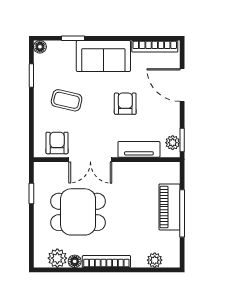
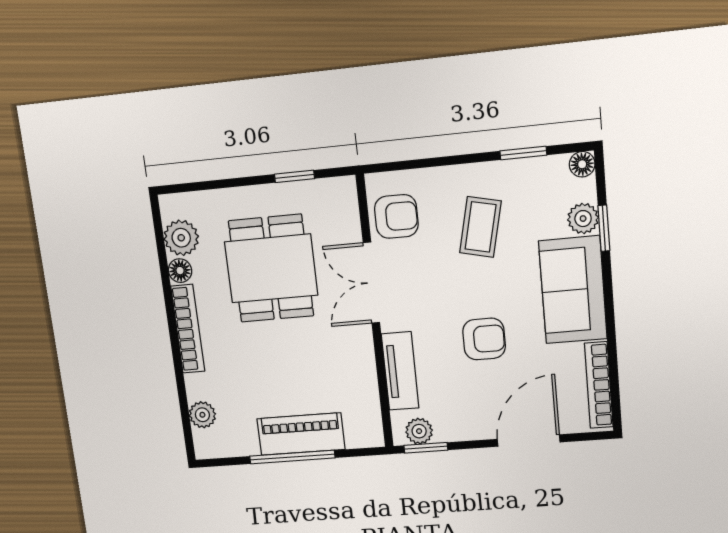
plant: (67, 48) -> (583, 219), added

